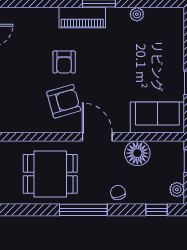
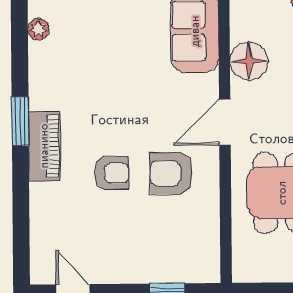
plant: (137, 14) -> (38, 29), moved
armchair: (64, 101) -> (171, 173), turned -74

